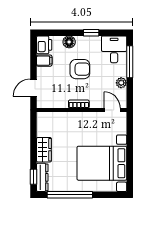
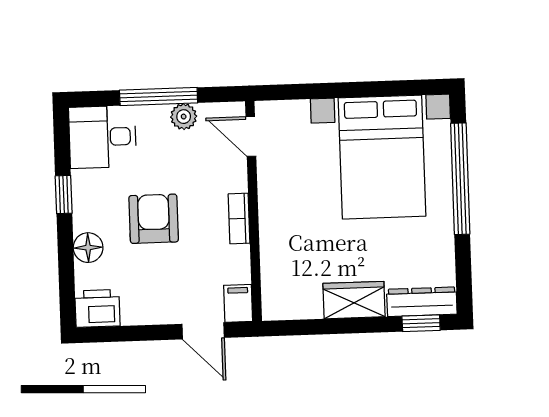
filing cabinet: (44, 61) -> (238, 303), moved
window: (130, 62) -> (159, 97), moved
door: (112, 110) -> (251, 136), hinge flipped
window: (70, 195) -> (460, 179), moved

